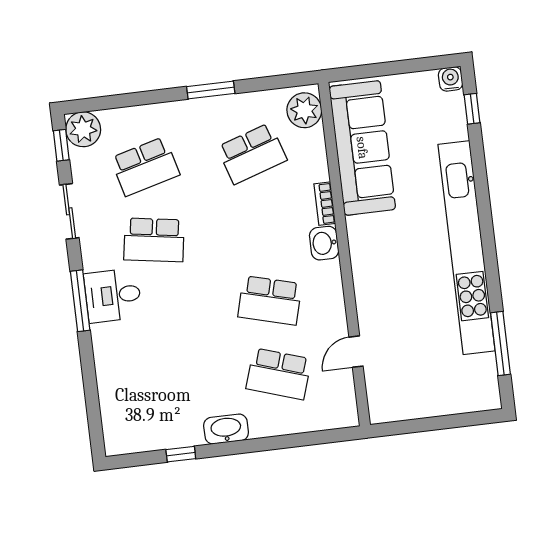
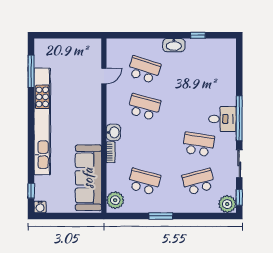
school desk: (252, 154) -> (144, 182), turned 33
window: (80, 301) -> (239, 118), width x1.46

